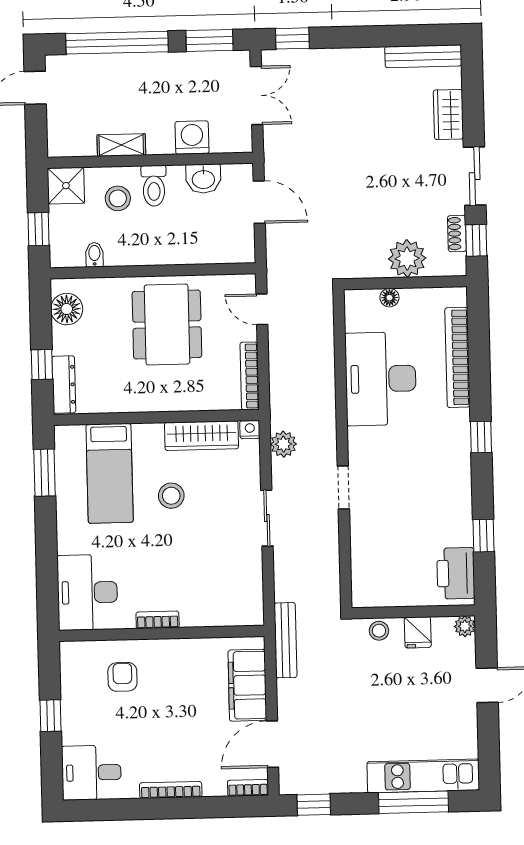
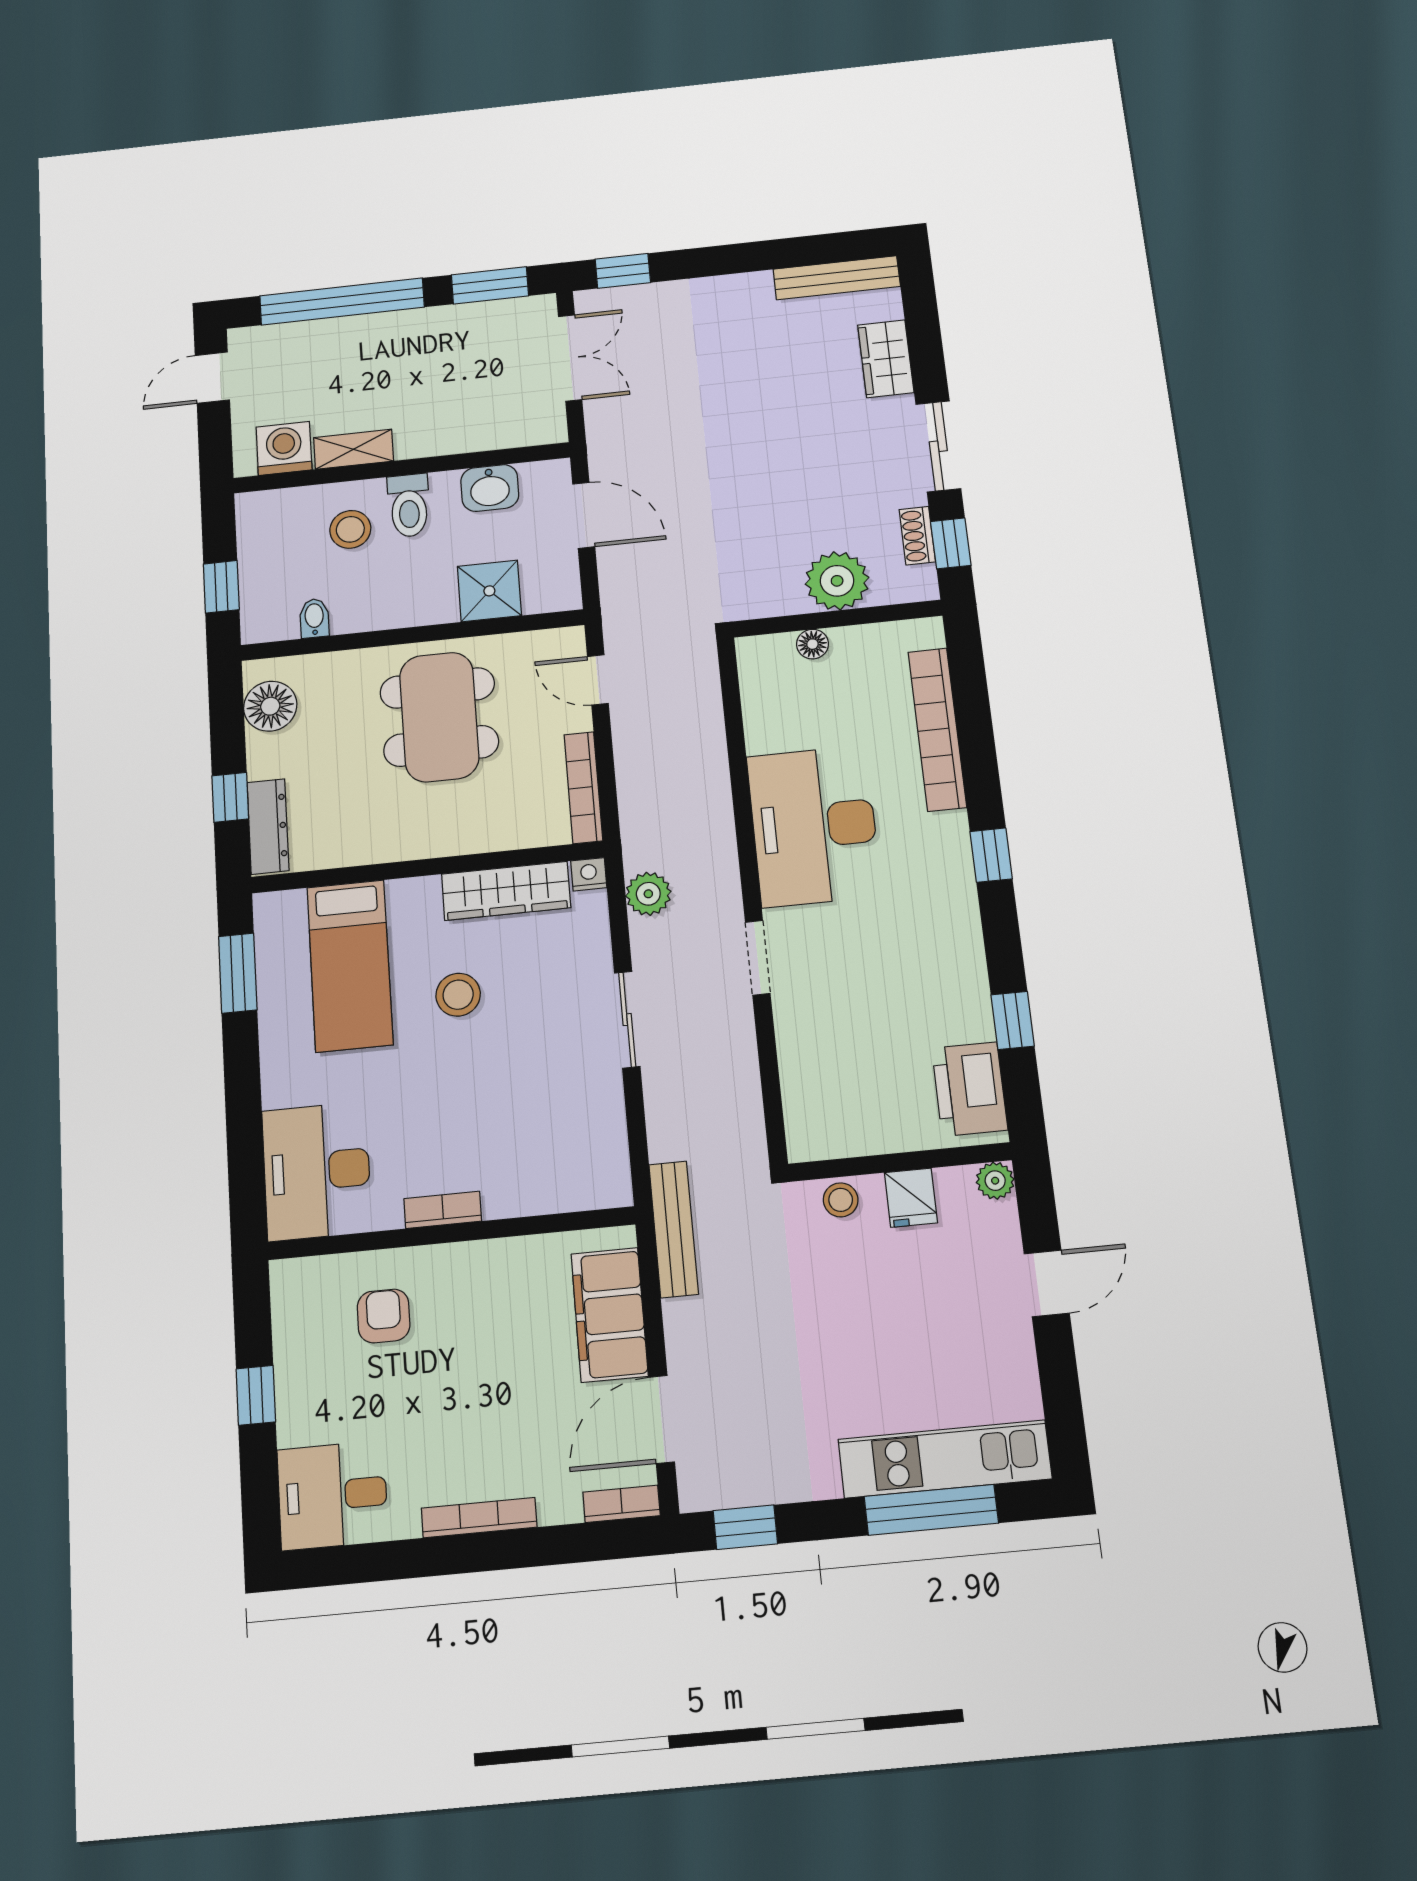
washing machine: (192, 138) -> (284, 448), moved
shower: (66, 186) -> (489, 591), moved
desk: (381, 379) -> (814, 826), moved

